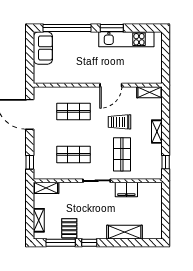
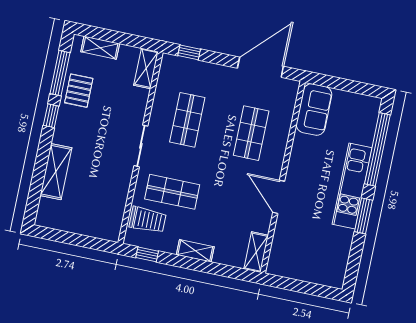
kitchen unit: (126, 39) -> (352, 186), moved
sofa: (43, 48) -> (314, 110), moved, turned -90
trolley: (120, 122) -> (148, 220), moved, turned 90
filing cabinet: (126, 190) -> (119, 187), removed
pallet: (69, 228) -> (79, 91), turned 90

